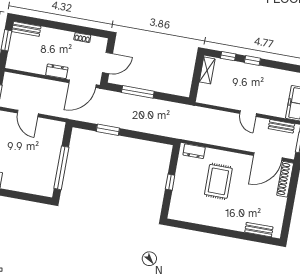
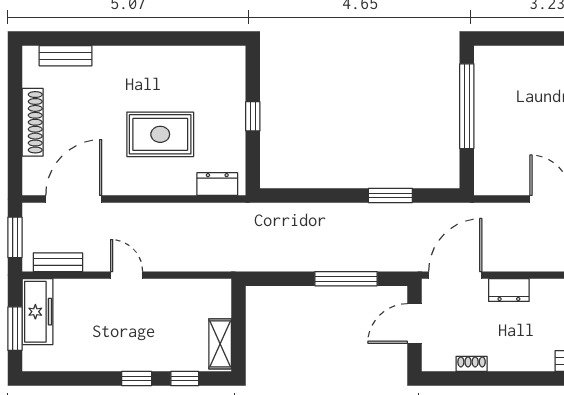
shoe rack: (285, 179) -> (33, 122), moved
rug: (218, 181) -> (160, 134), turned 90

